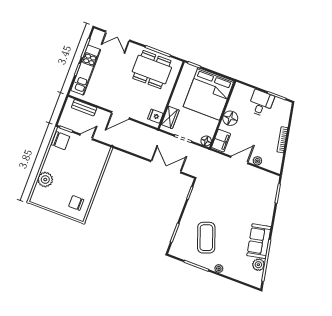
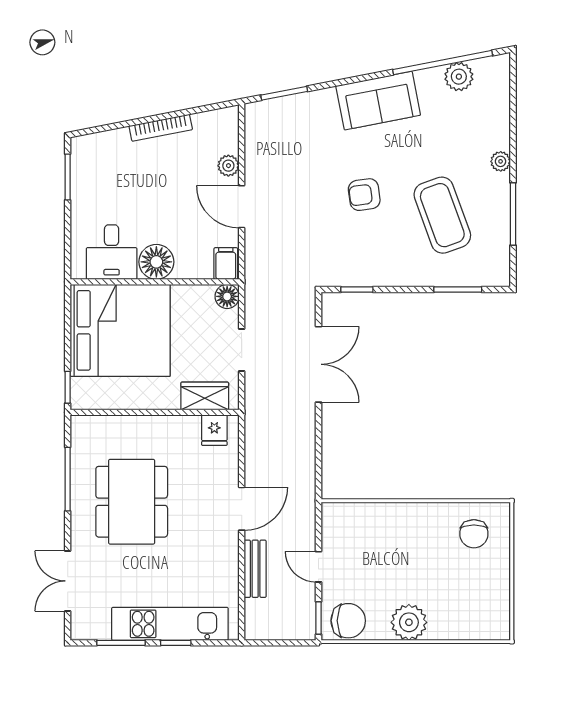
double door: (118, 36) -> (68, 581), swing flipped
dining table: (152, 70) -> (132, 502), moved
desk: (261, 103) -> (112, 252), moved, turned -90
bench: (84, 108) -> (255, 569), moved
door: (120, 115) -> (242, 509), hinge flipped
chair: (61, 141) -> (348, 621), turned 90
filing cabinet: (221, 141) -> (226, 264), width x0.50
double door: (166, 167) -> (318, 364), swing flipped
plant: (45, 180) -> (409, 622), moved
armchair: (226, 210) -> (364, 195), added
coffee table: (206, 238) -> (442, 215), turned 90
sofa: (259, 241) -> (378, 101), moved

